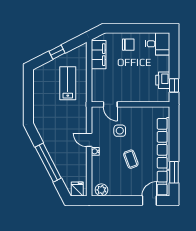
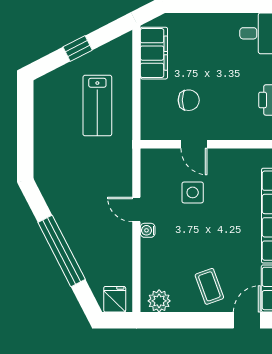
chair: (128, 45) -> (189, 100), moved
lab bench: (68, 83) -> (97, 106), turned 180
door: (110, 104) -> (194, 144), moved
coffee table: (131, 159) -> (209, 286), moved

